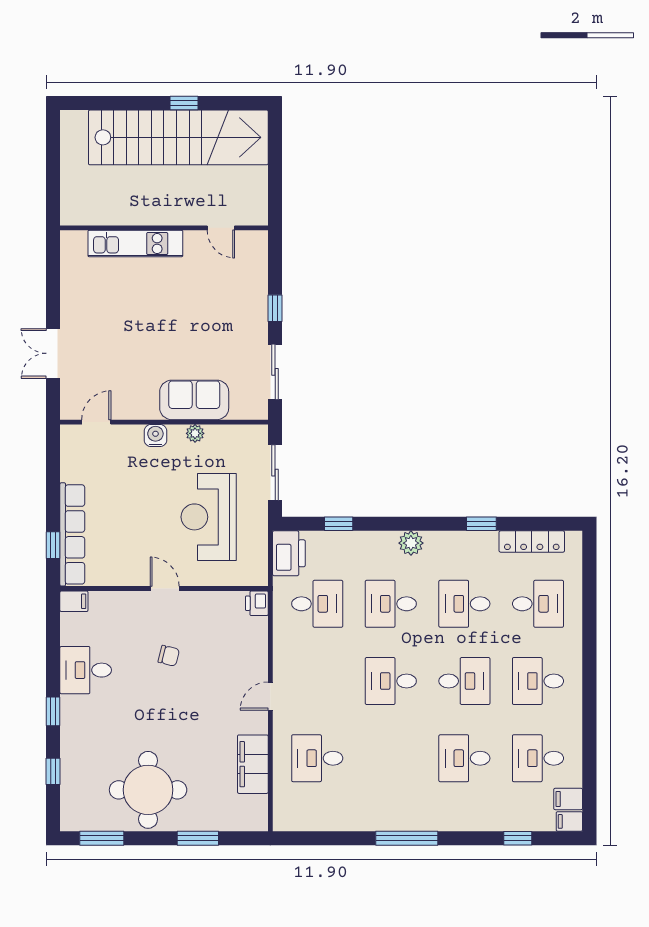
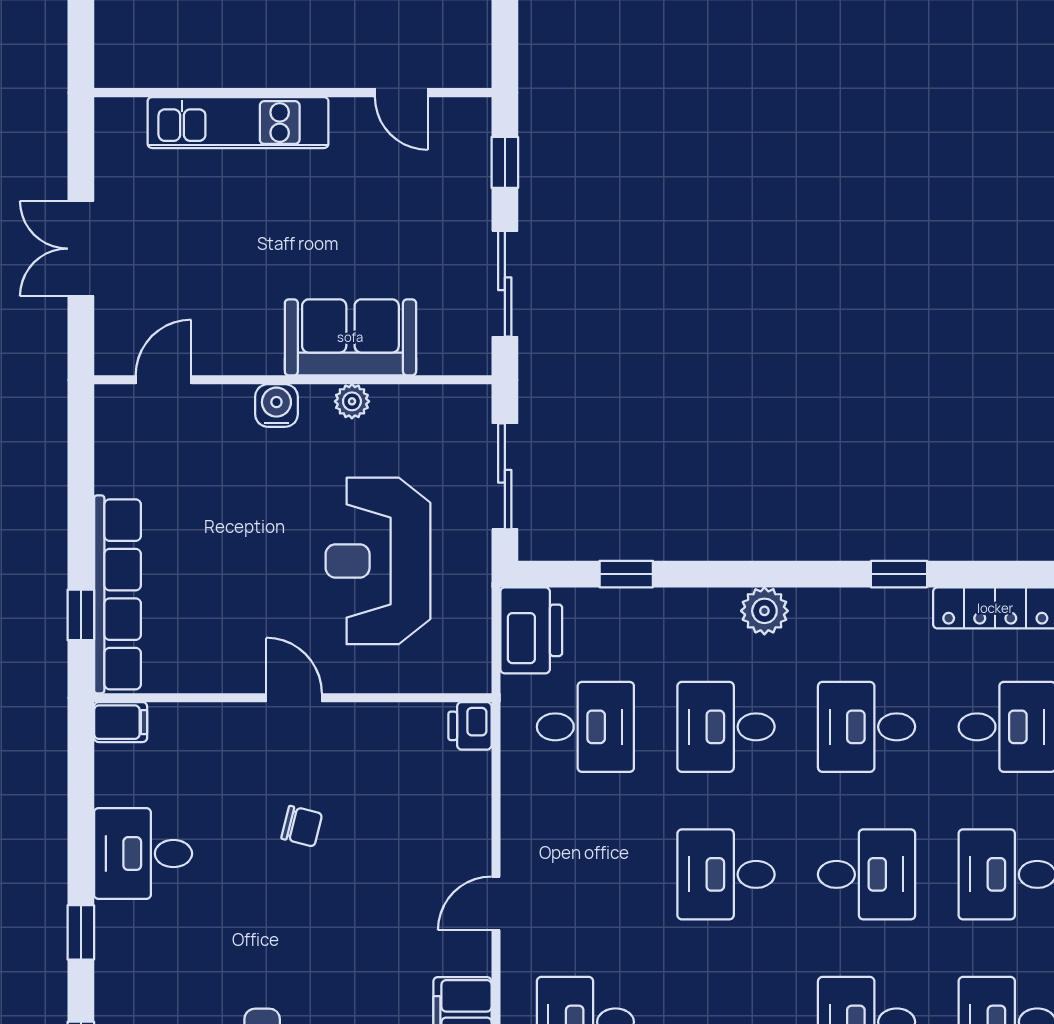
wall: (164, 228) -> (293, 93), moved
door: (221, 228) -> (401, 93), moved
kitchen unit: (135, 244) -> (238, 123), moved

